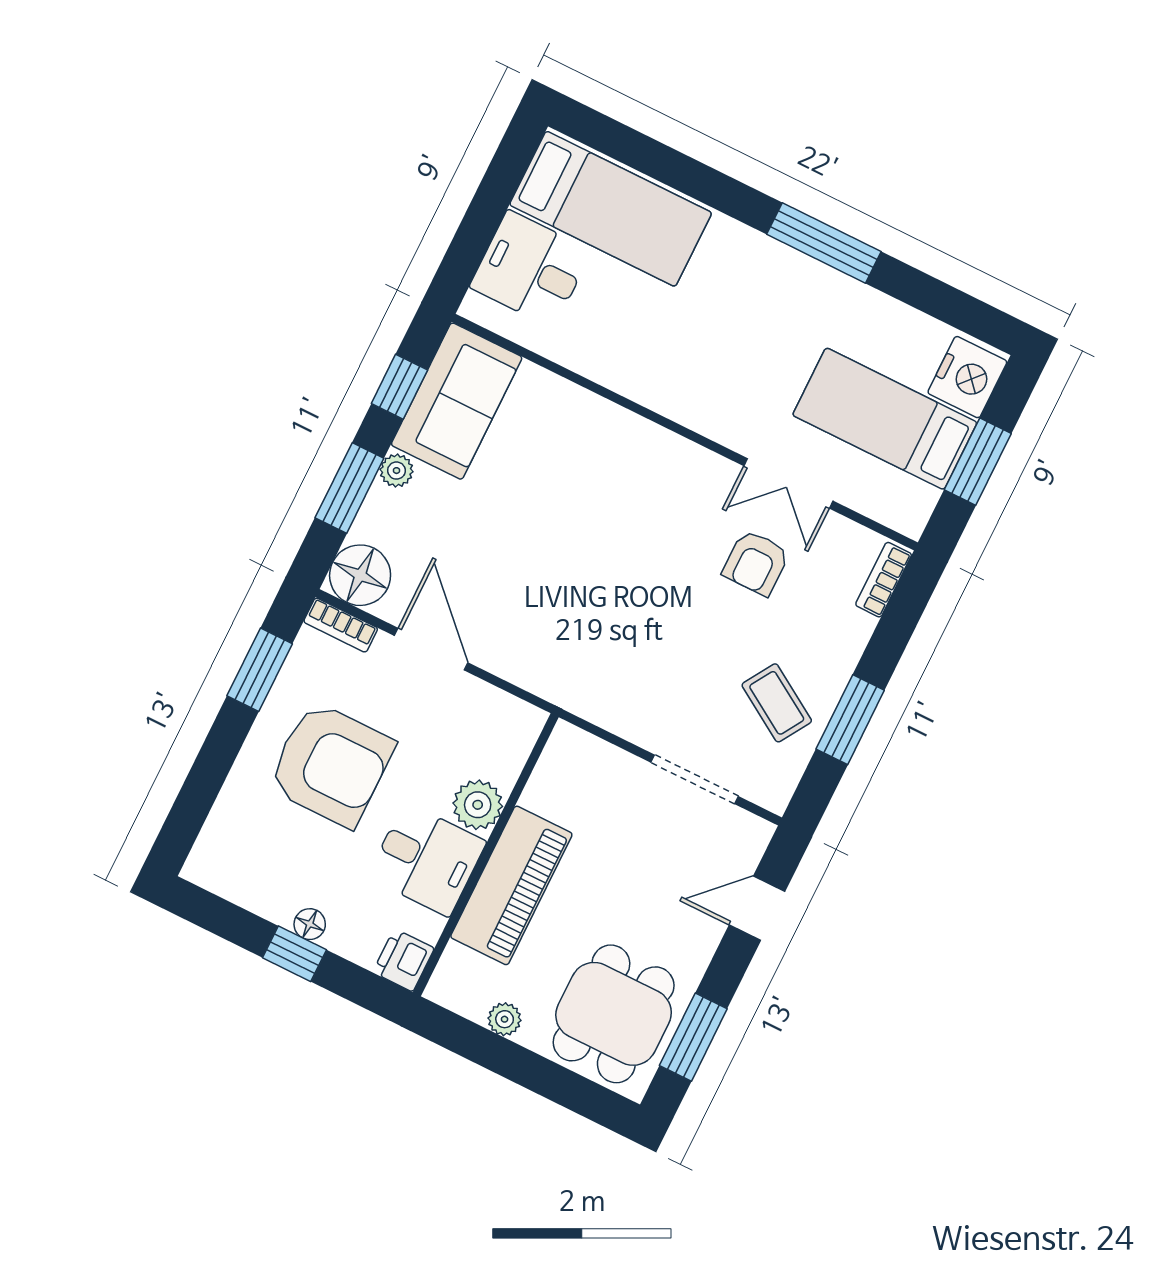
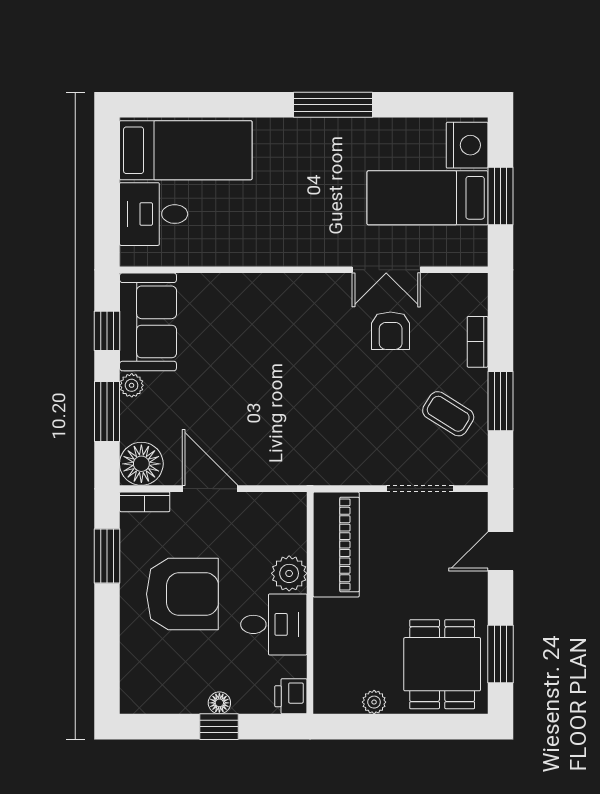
bookcase: (884, 580) -> (478, 342), moved
piano: (511, 885) -> (336, 545), moved

